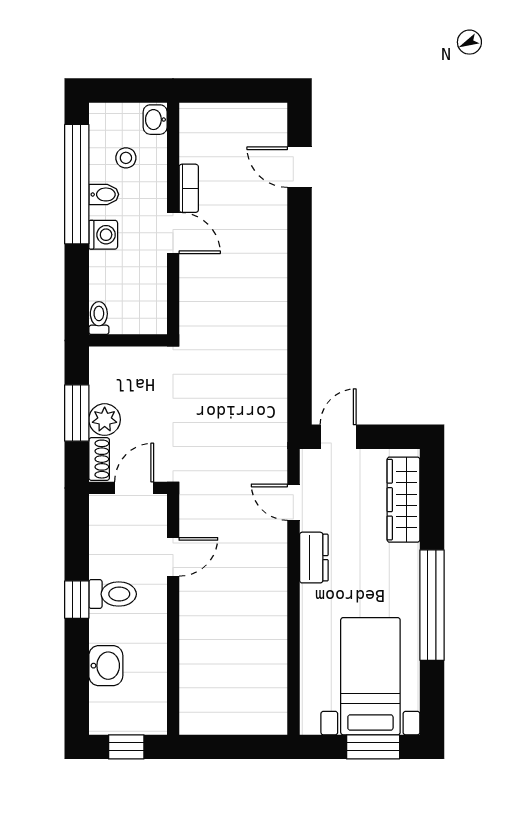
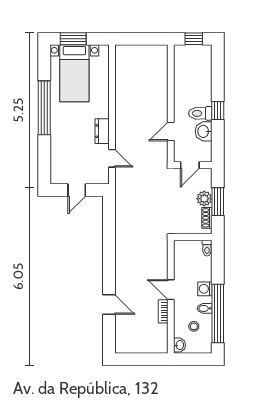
door: (300, 167) -> (109, 304), moved
door: (338, 437) -> (77, 190), moved
shoe rack: (99, 459) -> (207, 218), moved
wardrobe: (403, 500) -> (58, 159), removed
washbasin: (106, 666) -> (204, 131), moved

